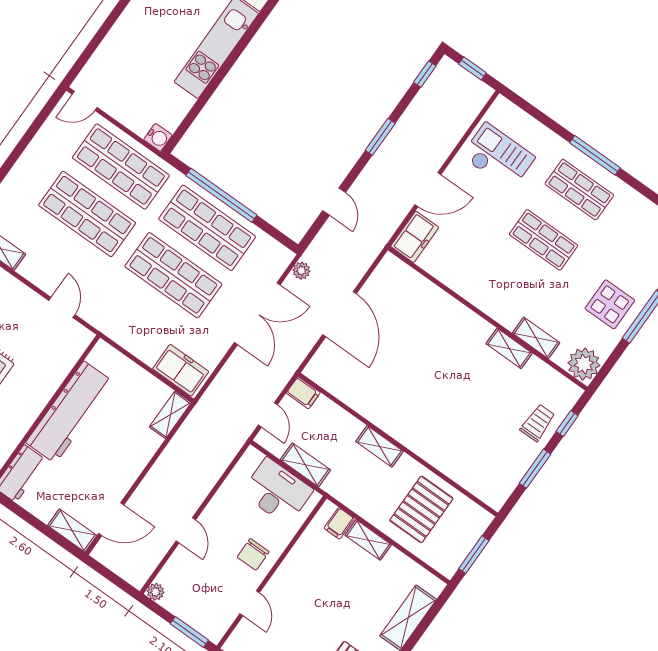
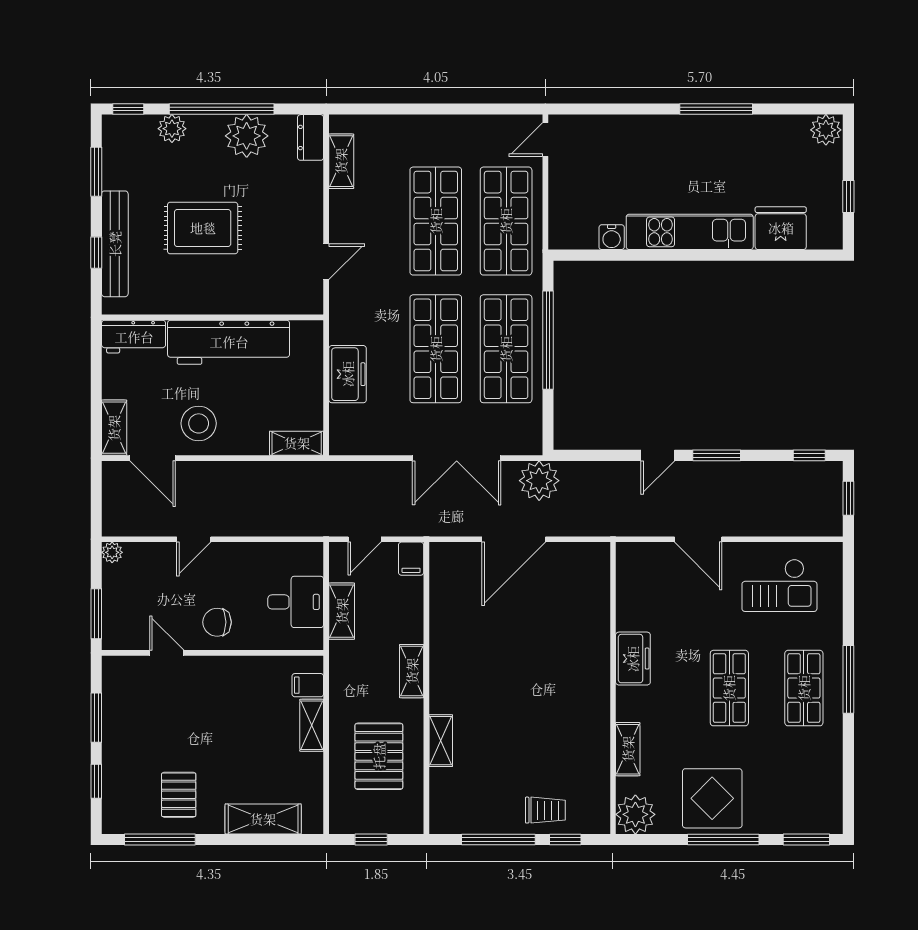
door: (85, 101) -> (545, 139), hinge flipped
water cooler: (158, 137) -> (612, 237), moved
checkout: (498, 157) -> (779, 585), turned 90
door: (334, 202) -> (658, 455), moved
freezer: (415, 237) -> (633, 659), moved, turned -90
plant: (301, 271) -> (539, 481), width x1.88, depth x1.88
display table: (610, 304) -> (712, 798), width x1.36, depth x1.36
shelving: (509, 348) -> (441, 741), moved
freezer: (181, 370) -> (348, 374), moved
window: (535, 469) -> (498, 840), width x1.44
stool: (110, 471) -> (199, 423), added
desk: (277, 492) -> (296, 602), width x0.73
pallet: (421, 509) -> (379, 756), turned 90
window: (474, 555) -> (371, 840), width x0.67
door: (250, 603) -> (167, 653), swing flipped

